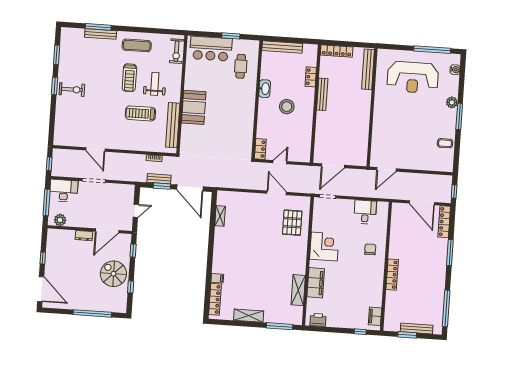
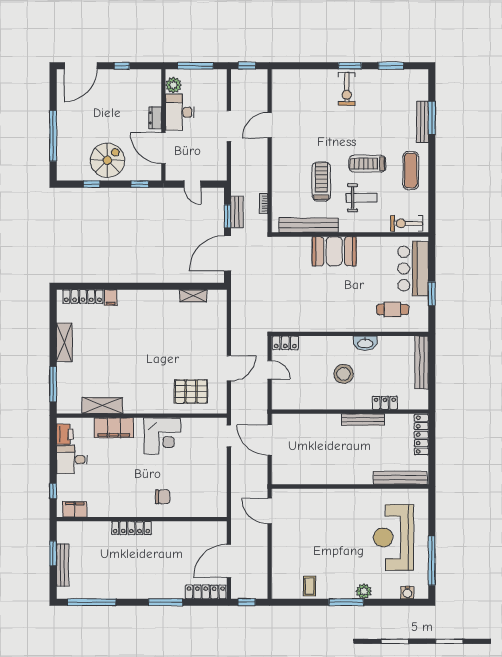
desk: (64, 191) -> (180, 112), moved, turned 180
desk: (365, 212) -> (72, 460), moved, turned 180

